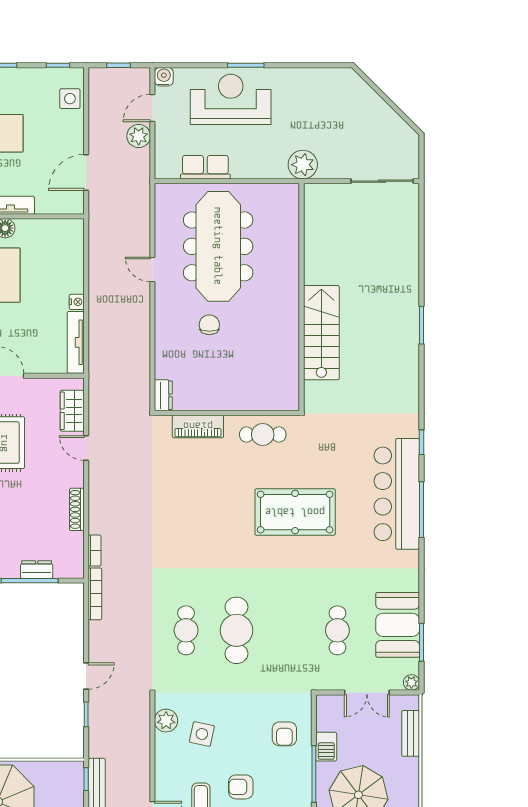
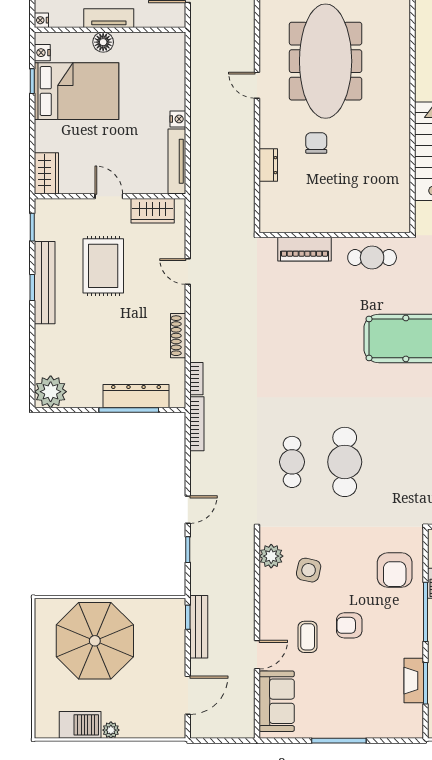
dresser: (163, 395) -> (268, 165), moved
wardrobe: (72, 411) -> (153, 211), moved, turned -90
dresser: (37, 570) -> (136, 396), width x1.96, depth x1.24
armchair: (284, 734) -> (395, 570), width x1.38, depth x1.38

